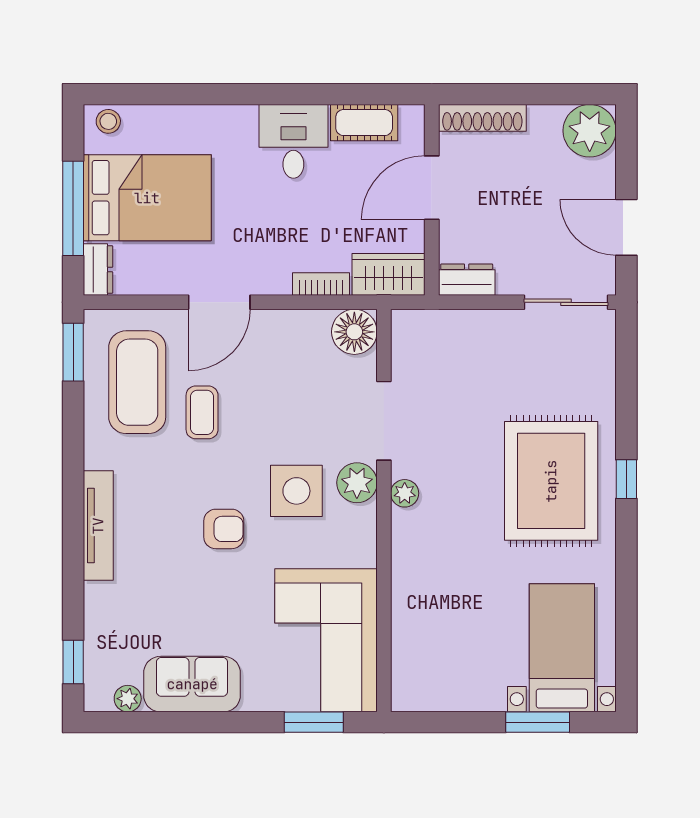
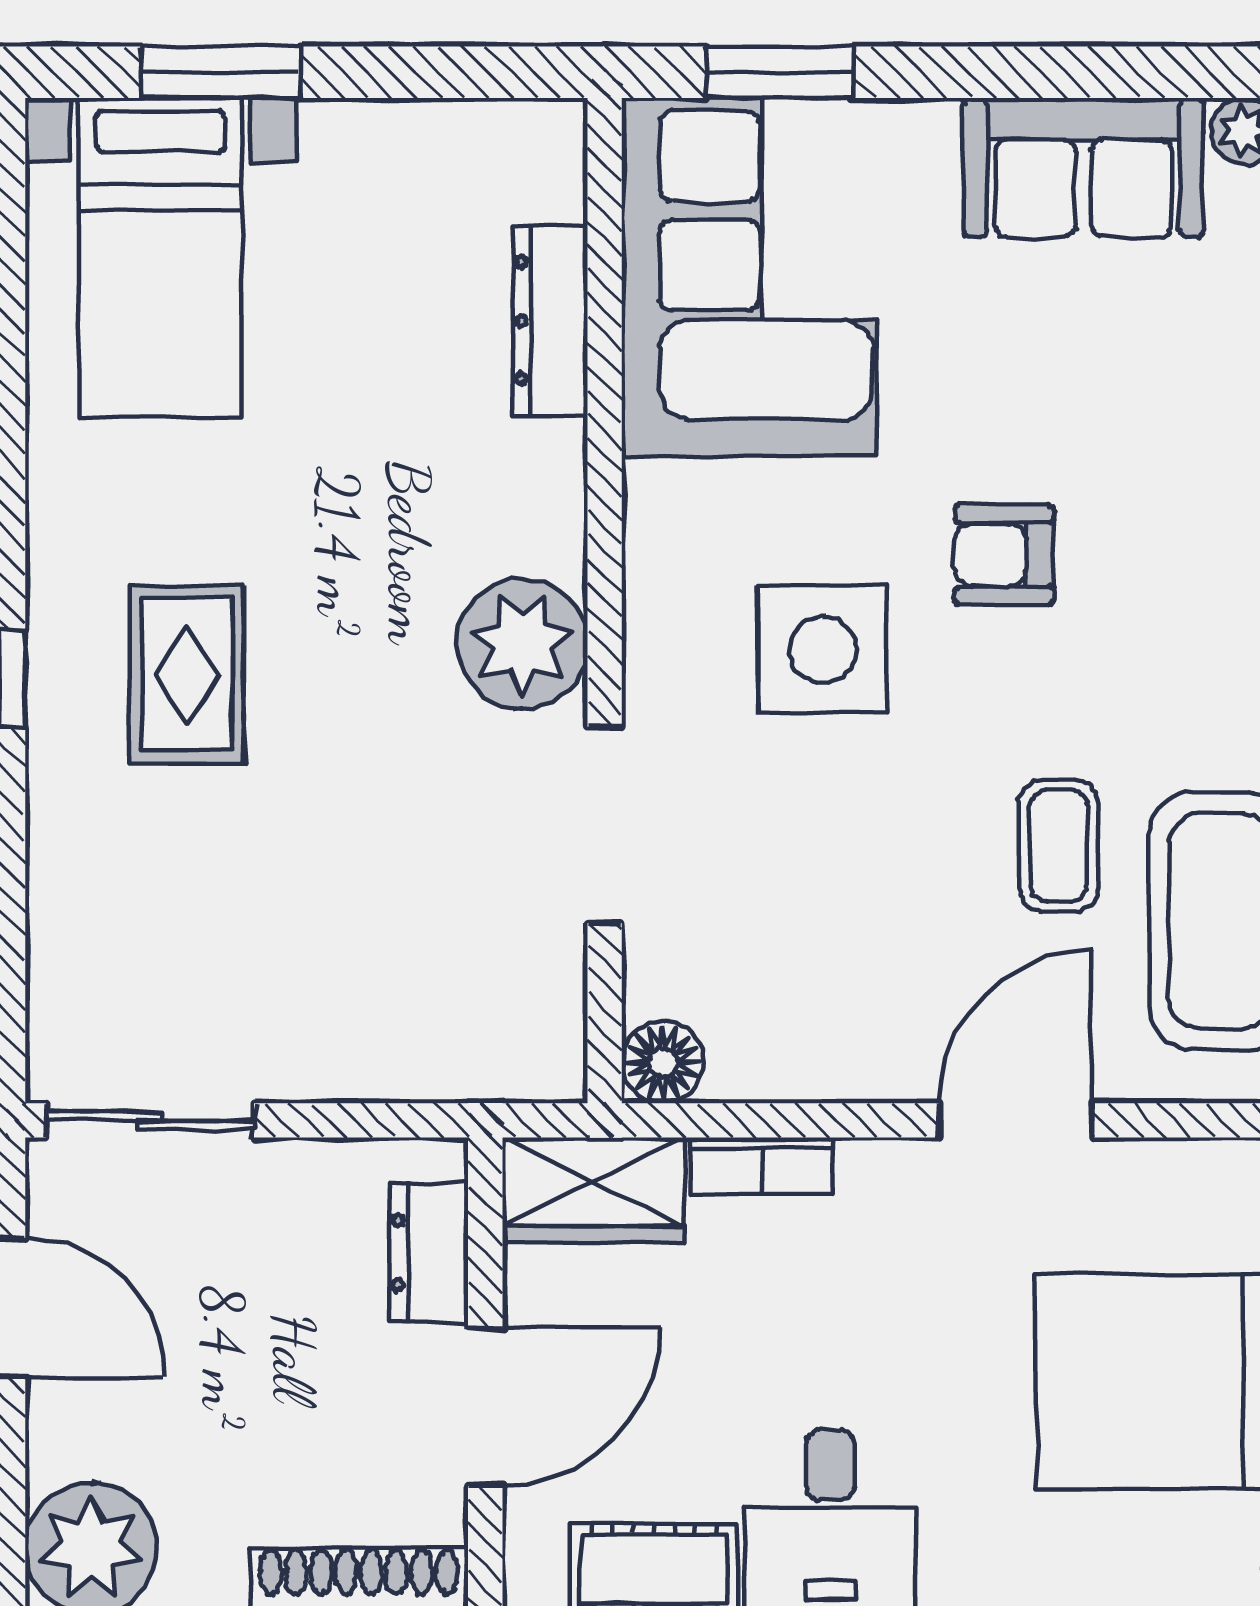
dresser: (467, 280) -> (429, 1253), moved, turned 90
floor lamp: (354, 332) -> (663, 1062), width x0.73, depth x0.73
rug: (551, 481) -> (187, 675), width x0.54, depth x0.49
plant: (357, 483) -> (672, 670), removed
plant: (405, 493) -> (522, 644), width x1.88, depth x1.88
dresser: (406, 623) -> (550, 321), added

